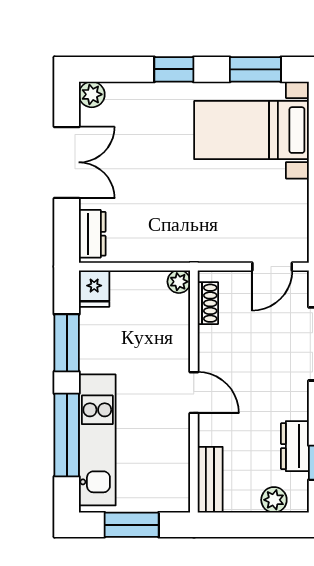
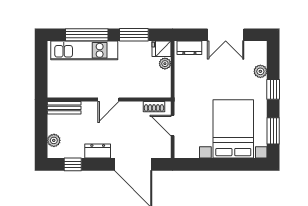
plant: (92, 94) -> (260, 71), moved
bed with nightstands: (252, 130) -> (233, 129), width x1.36
door: (272, 267) -> (173, 126), moved
plant: (179, 282) -> (165, 64), moved
dresser: (295, 446) -> (98, 151), moved
window: (132, 525) -> (41, 68), removed

